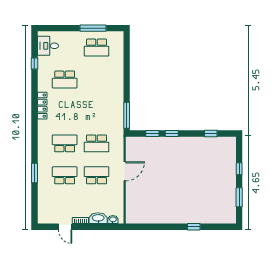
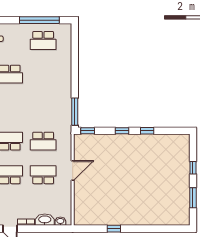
window: (93, 28) -> (39, 20), width x1.46
window: (152, 133) -> (88, 131), moved
window: (211, 133) -> (147, 131), moved
window: (194, 227) -> (114, 229), moved

